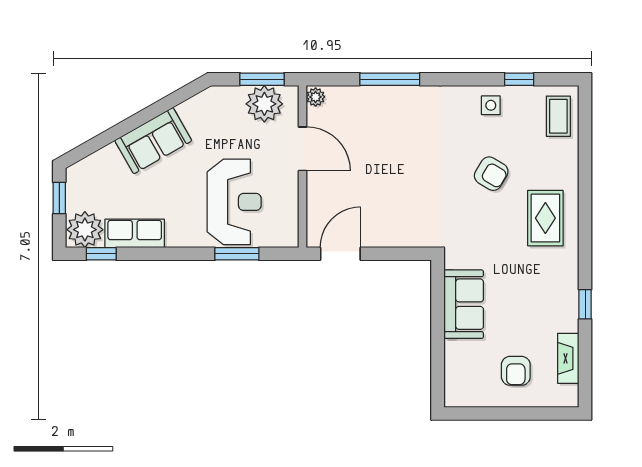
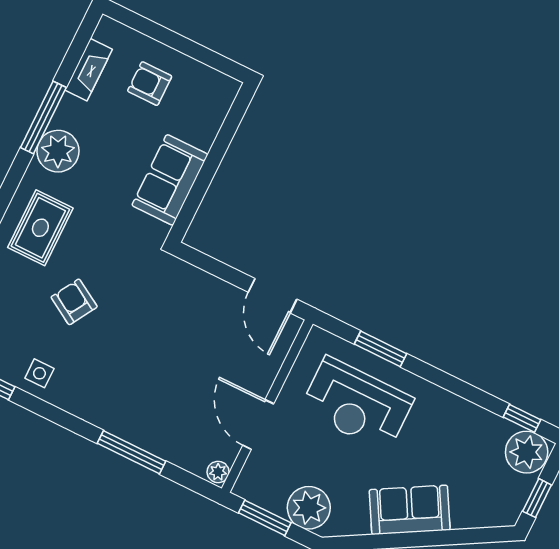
plant: (264, 104) -> (309, 508), moved
reception desk: (234, 202) -> (357, 404), turned -90
row of seats: (135, 233) -> (477, 422), removed
door: (340, 254) -> (273, 296), hinge flipped
plant: (561, 284) -> (58, 151), added
window: (585, 304) -> (43, 117), width x2.17
armchair: (516, 371) -> (150, 84), turned -90

